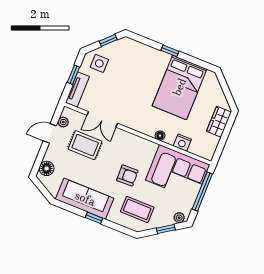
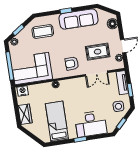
desk: (146, 62) -> (91, 124), added
bed: (180, 87) -> (57, 121), width x0.67
double door: (102, 119) -> (97, 74), swing flipped
nightstand: (182, 143) -> (23, 91), moved
armchair: (127, 176) -> (72, 64), moved

